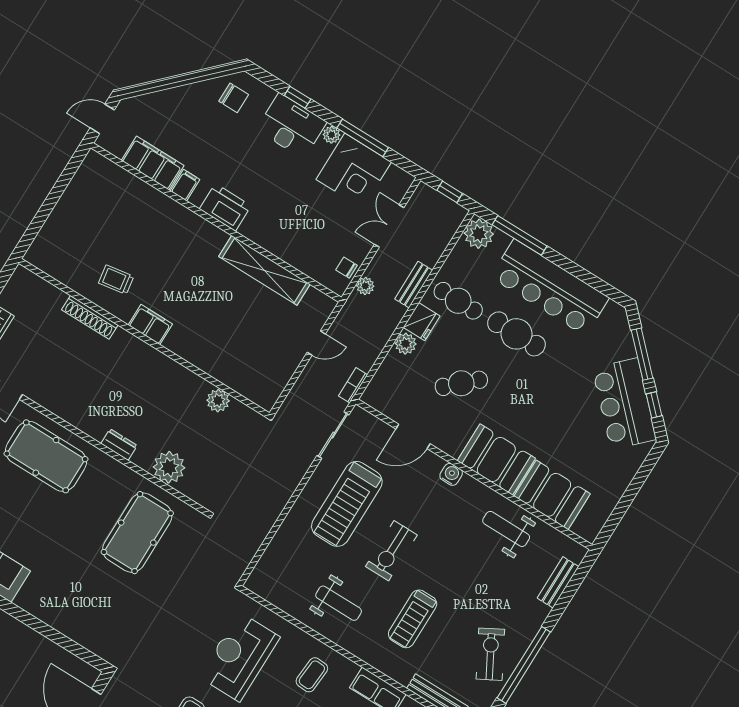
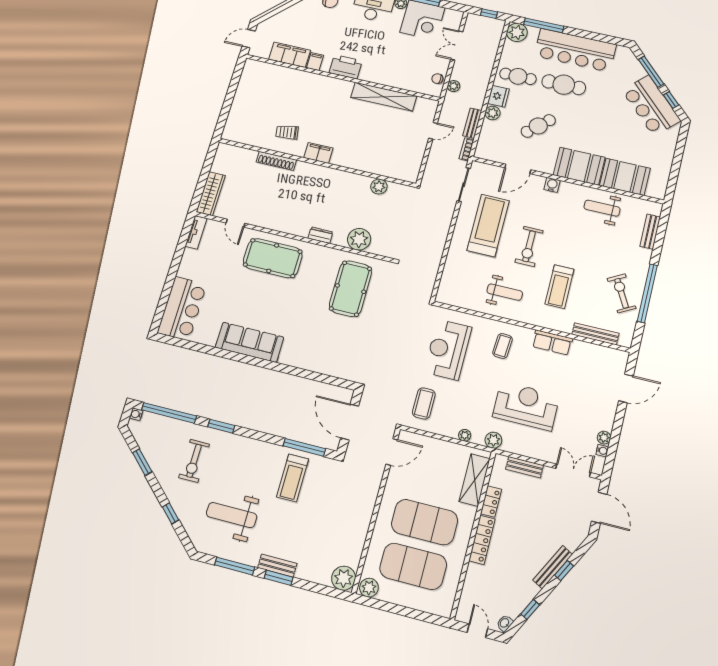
bench: (414, 285) -> (472, 123), moved
treadmill: (347, 504) -> (488, 226), turned 180

